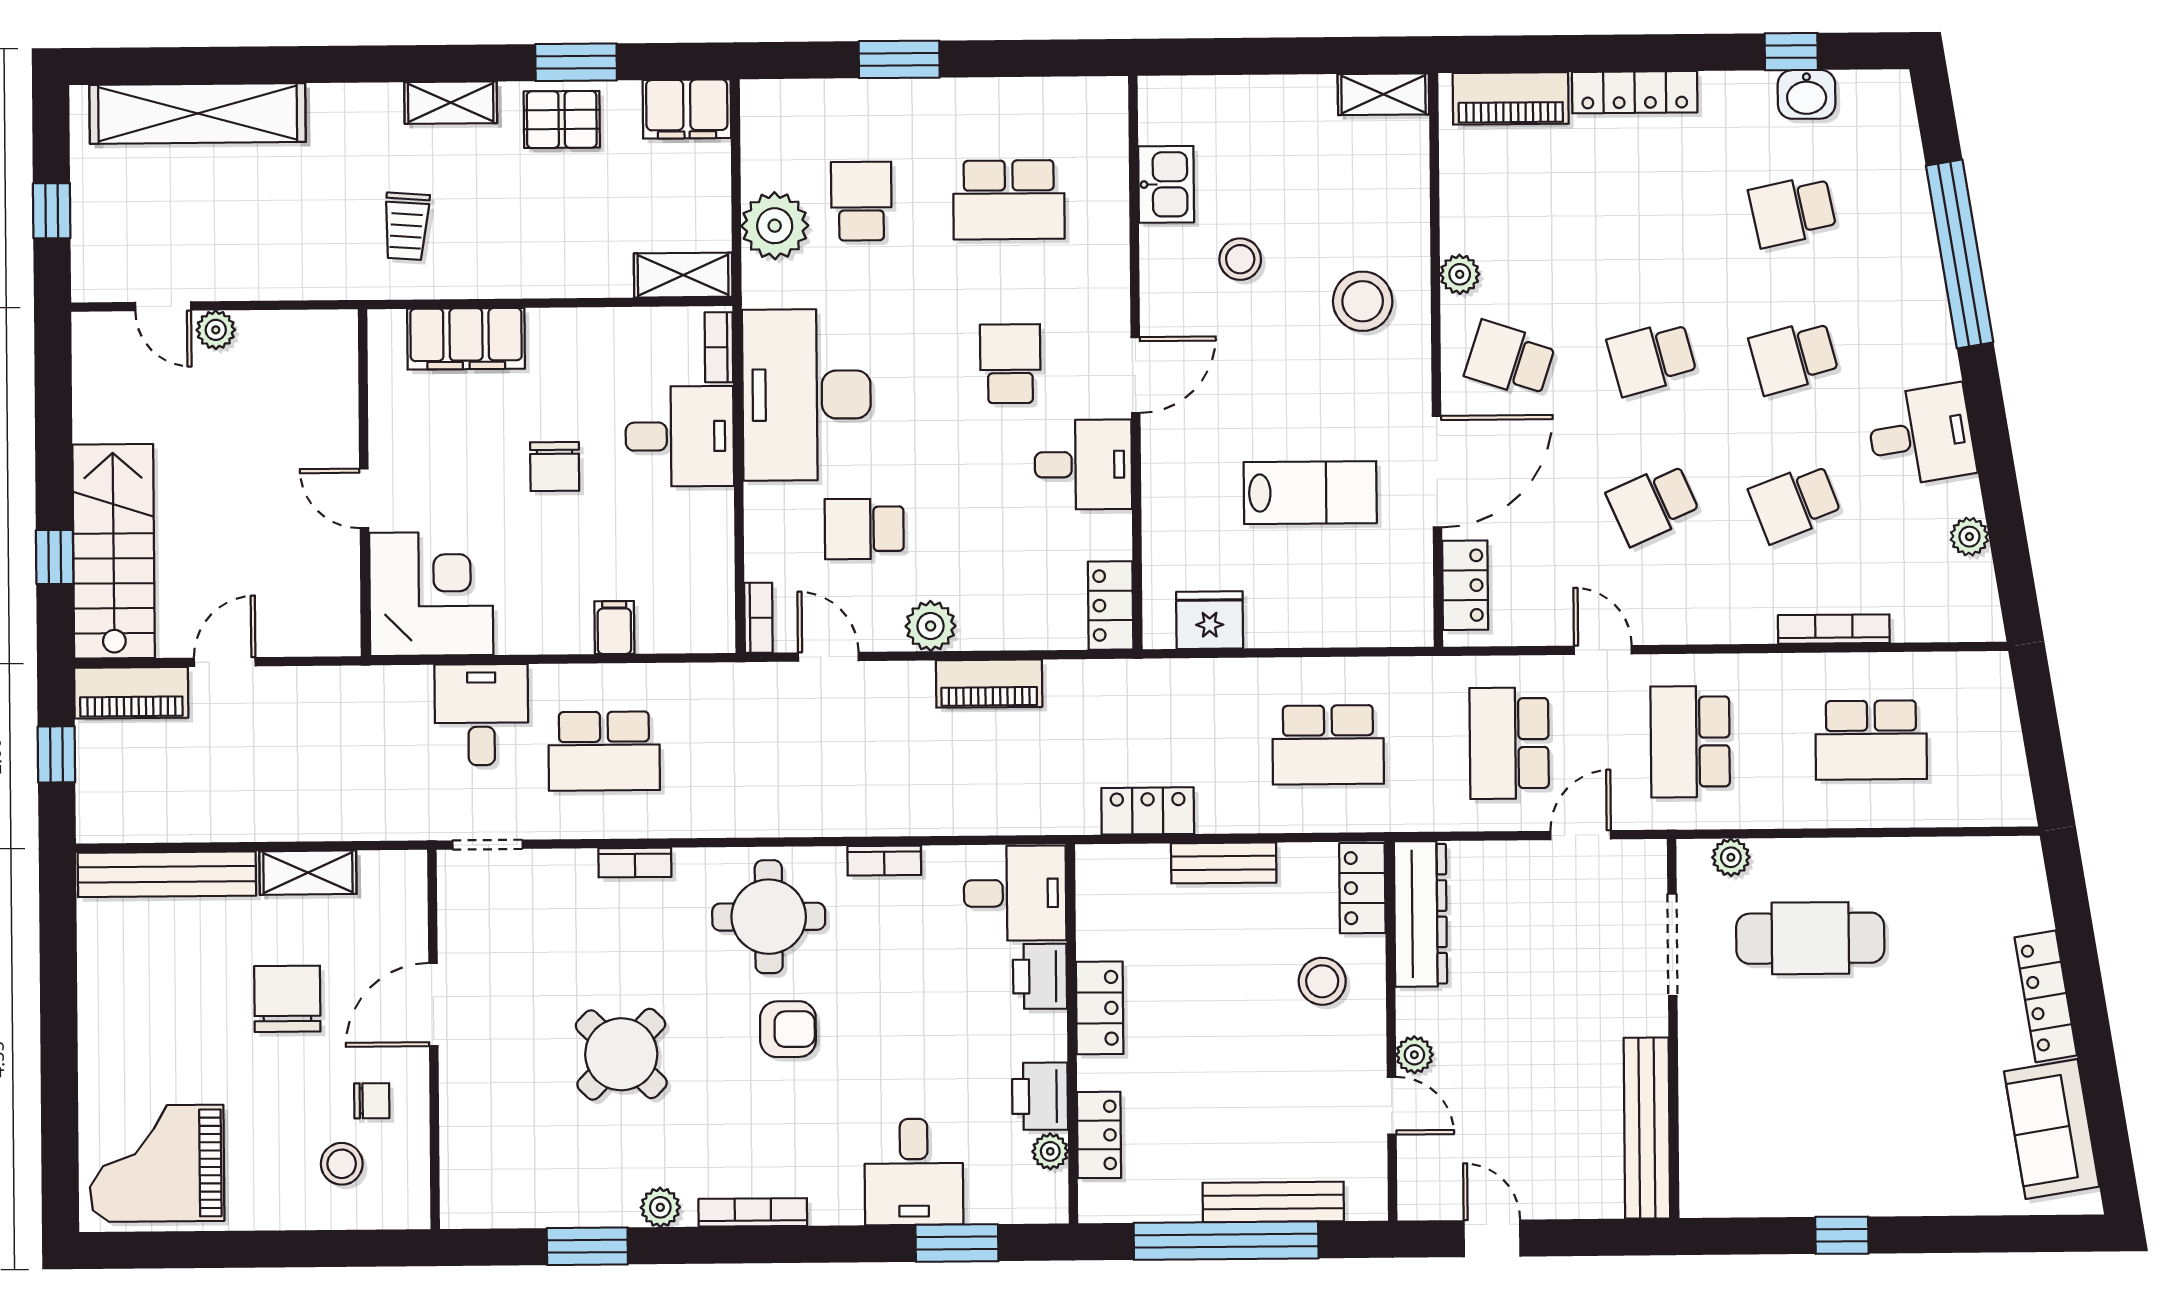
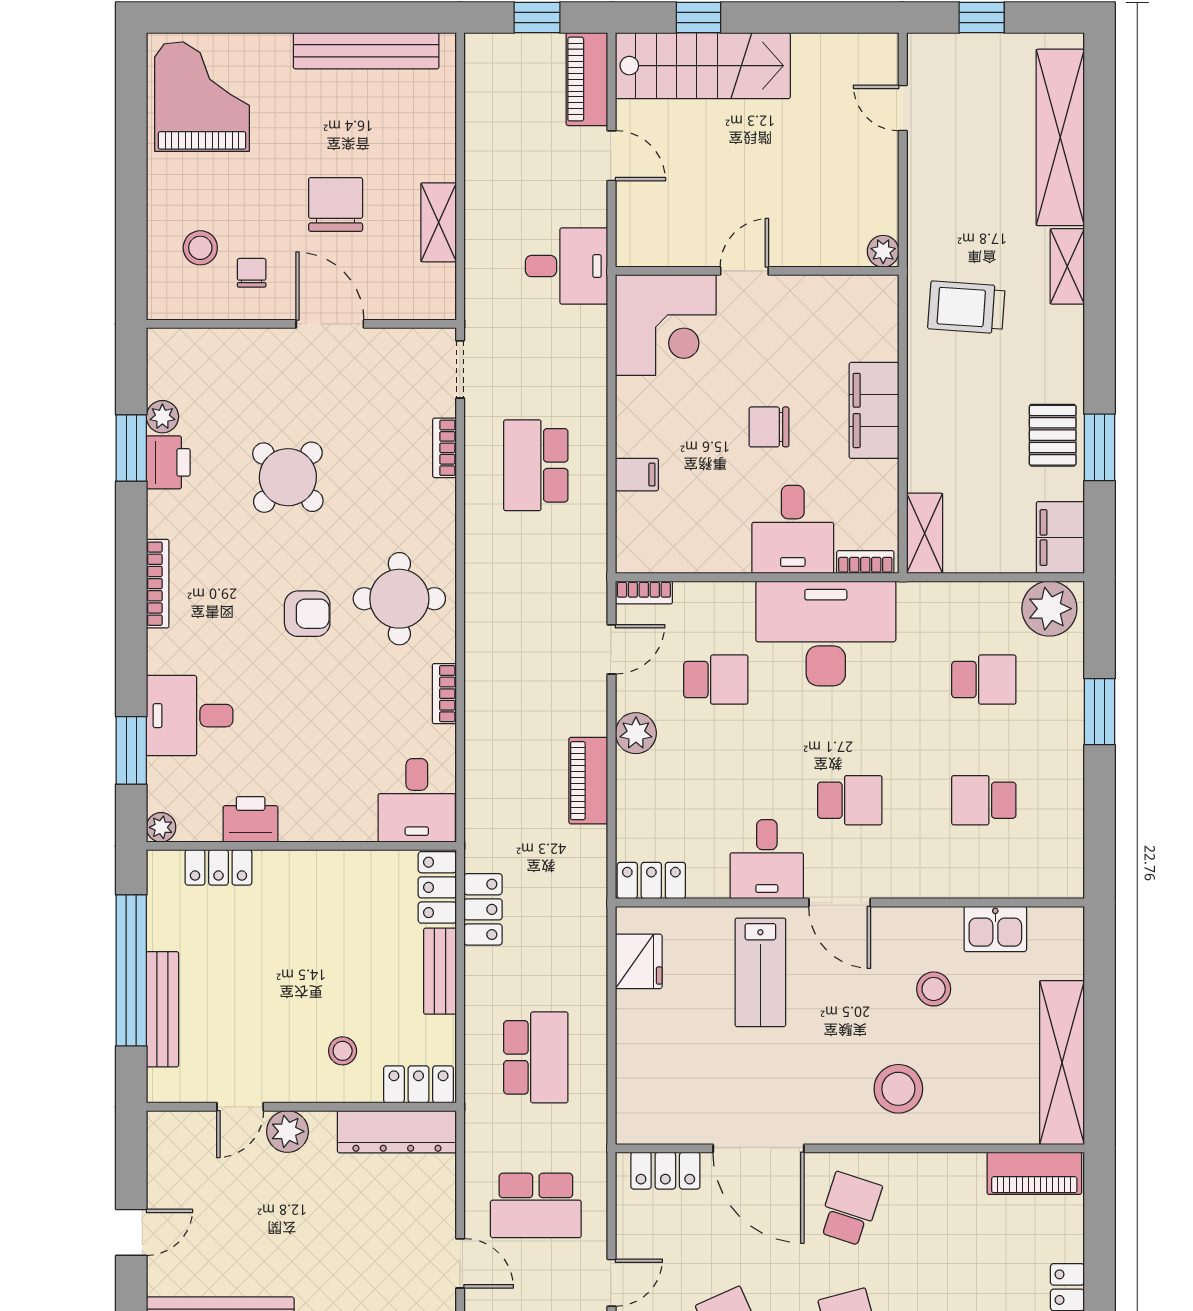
shelving: (1383, 94) -> (1062, 1063), width x2.20, depth x1.33
piano: (1511, 98) -> (1034, 1173), moved, turned -90
shelving: (451, 103) -> (1067, 266), moved
school desk: (1009, 200) -> (984, 800), width x0.54
trolley: (406, 226) -> (966, 307), width x1.36, depth x1.39
plant: (775, 226) -> (1049, 609), moved
plant: (1460, 274) -> (920, 1168), removed
door: (163, 306) -> (903, 108), hinge flipped
plant: (216, 330) -> (883, 251), moved
filing cabinet: (466, 339) -> (874, 410), moved
lab bench: (1310, 493) -> (760, 972), moved
school desk: (864, 529) -> (716, 680), turned 90
desk: (481, 715) -> (567, 266), moved
school desk: (1509, 743) -> (536, 1205), turned 180
school desk: (1328, 745) -> (536, 1057), turned 180
bookcase: (635, 863) -> (445, 448), moved
bench: (167, 874) -> (366, 51), moved, turned 90
printer: (1040, 976) -> (168, 462), moved, turned 90
stool: (1322, 981) -> (343, 1051), width x0.73, depth x0.73
chair: (287, 999) -> (336, 204), turned -90
locker: (1100, 1008) -> (437, 887), moved, turned 90
armchair: (788, 1029) -> (307, 614), turned -90
plant: (1414, 1055) -> (287, 1131), width x1.38, depth x1.38
chair: (372, 1101) -> (252, 273), turned 180
plant: (1050, 1151) -> (161, 827), moved
plant: (660, 1207) -> (162, 417), moved
door: (1492, 1238) -> (131, 1232), moved

